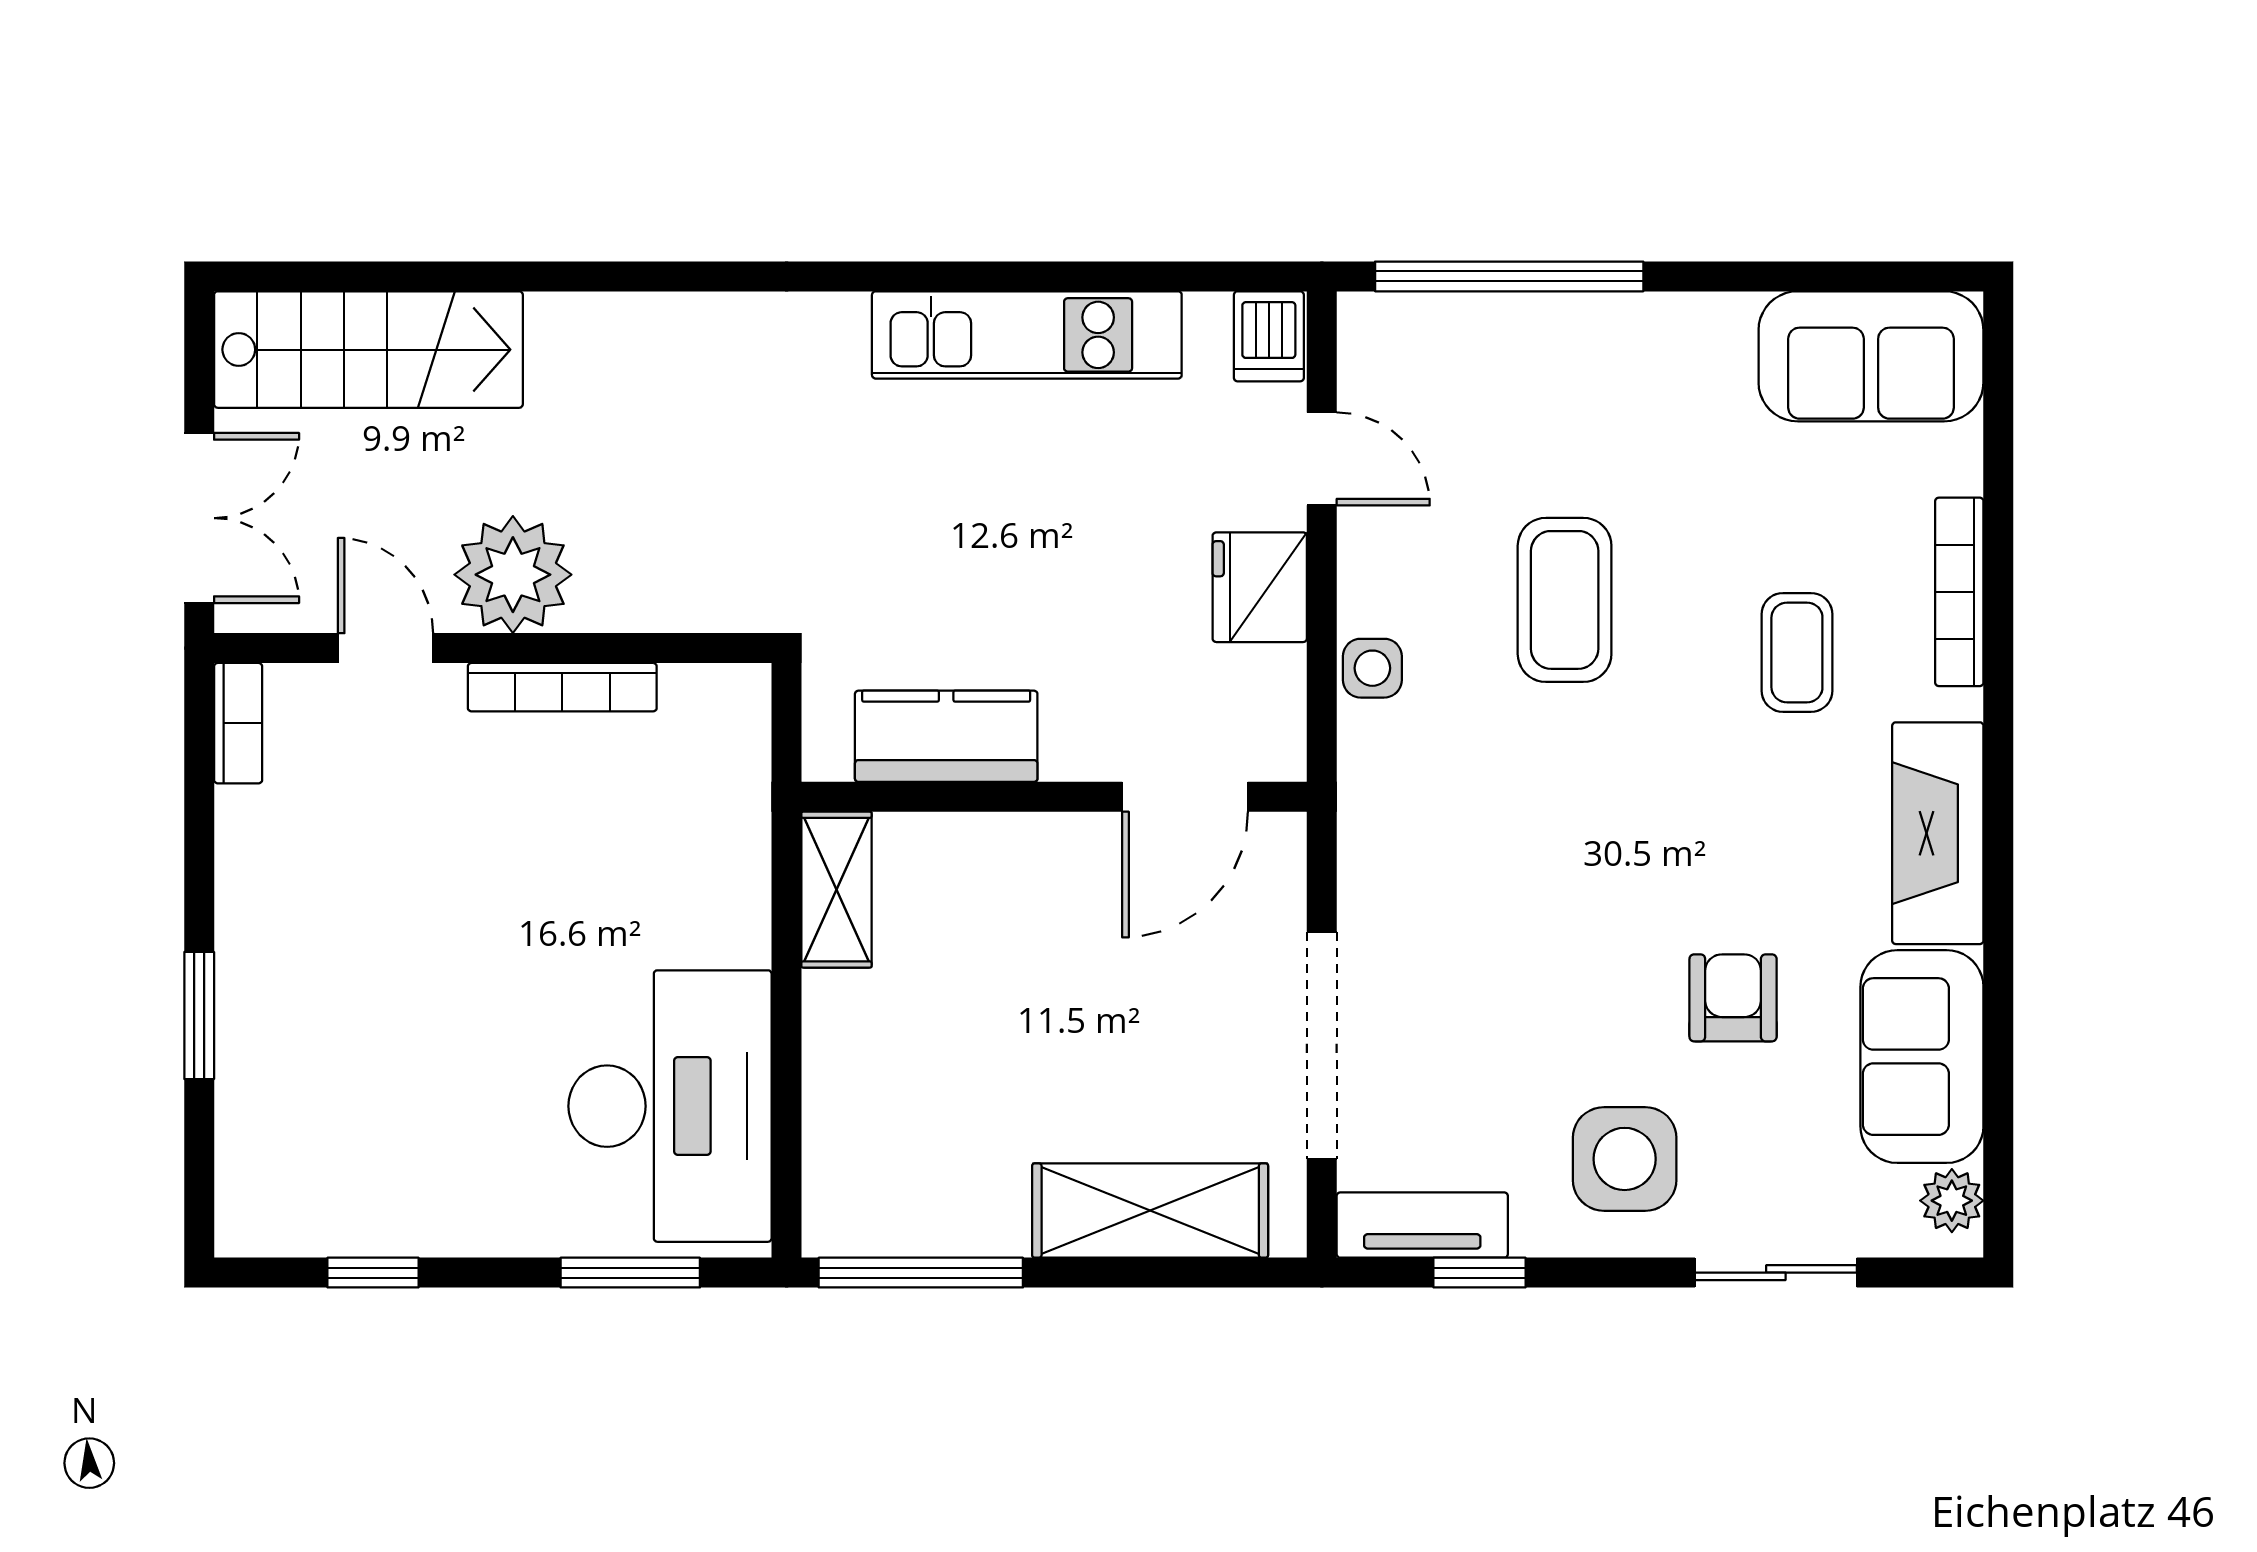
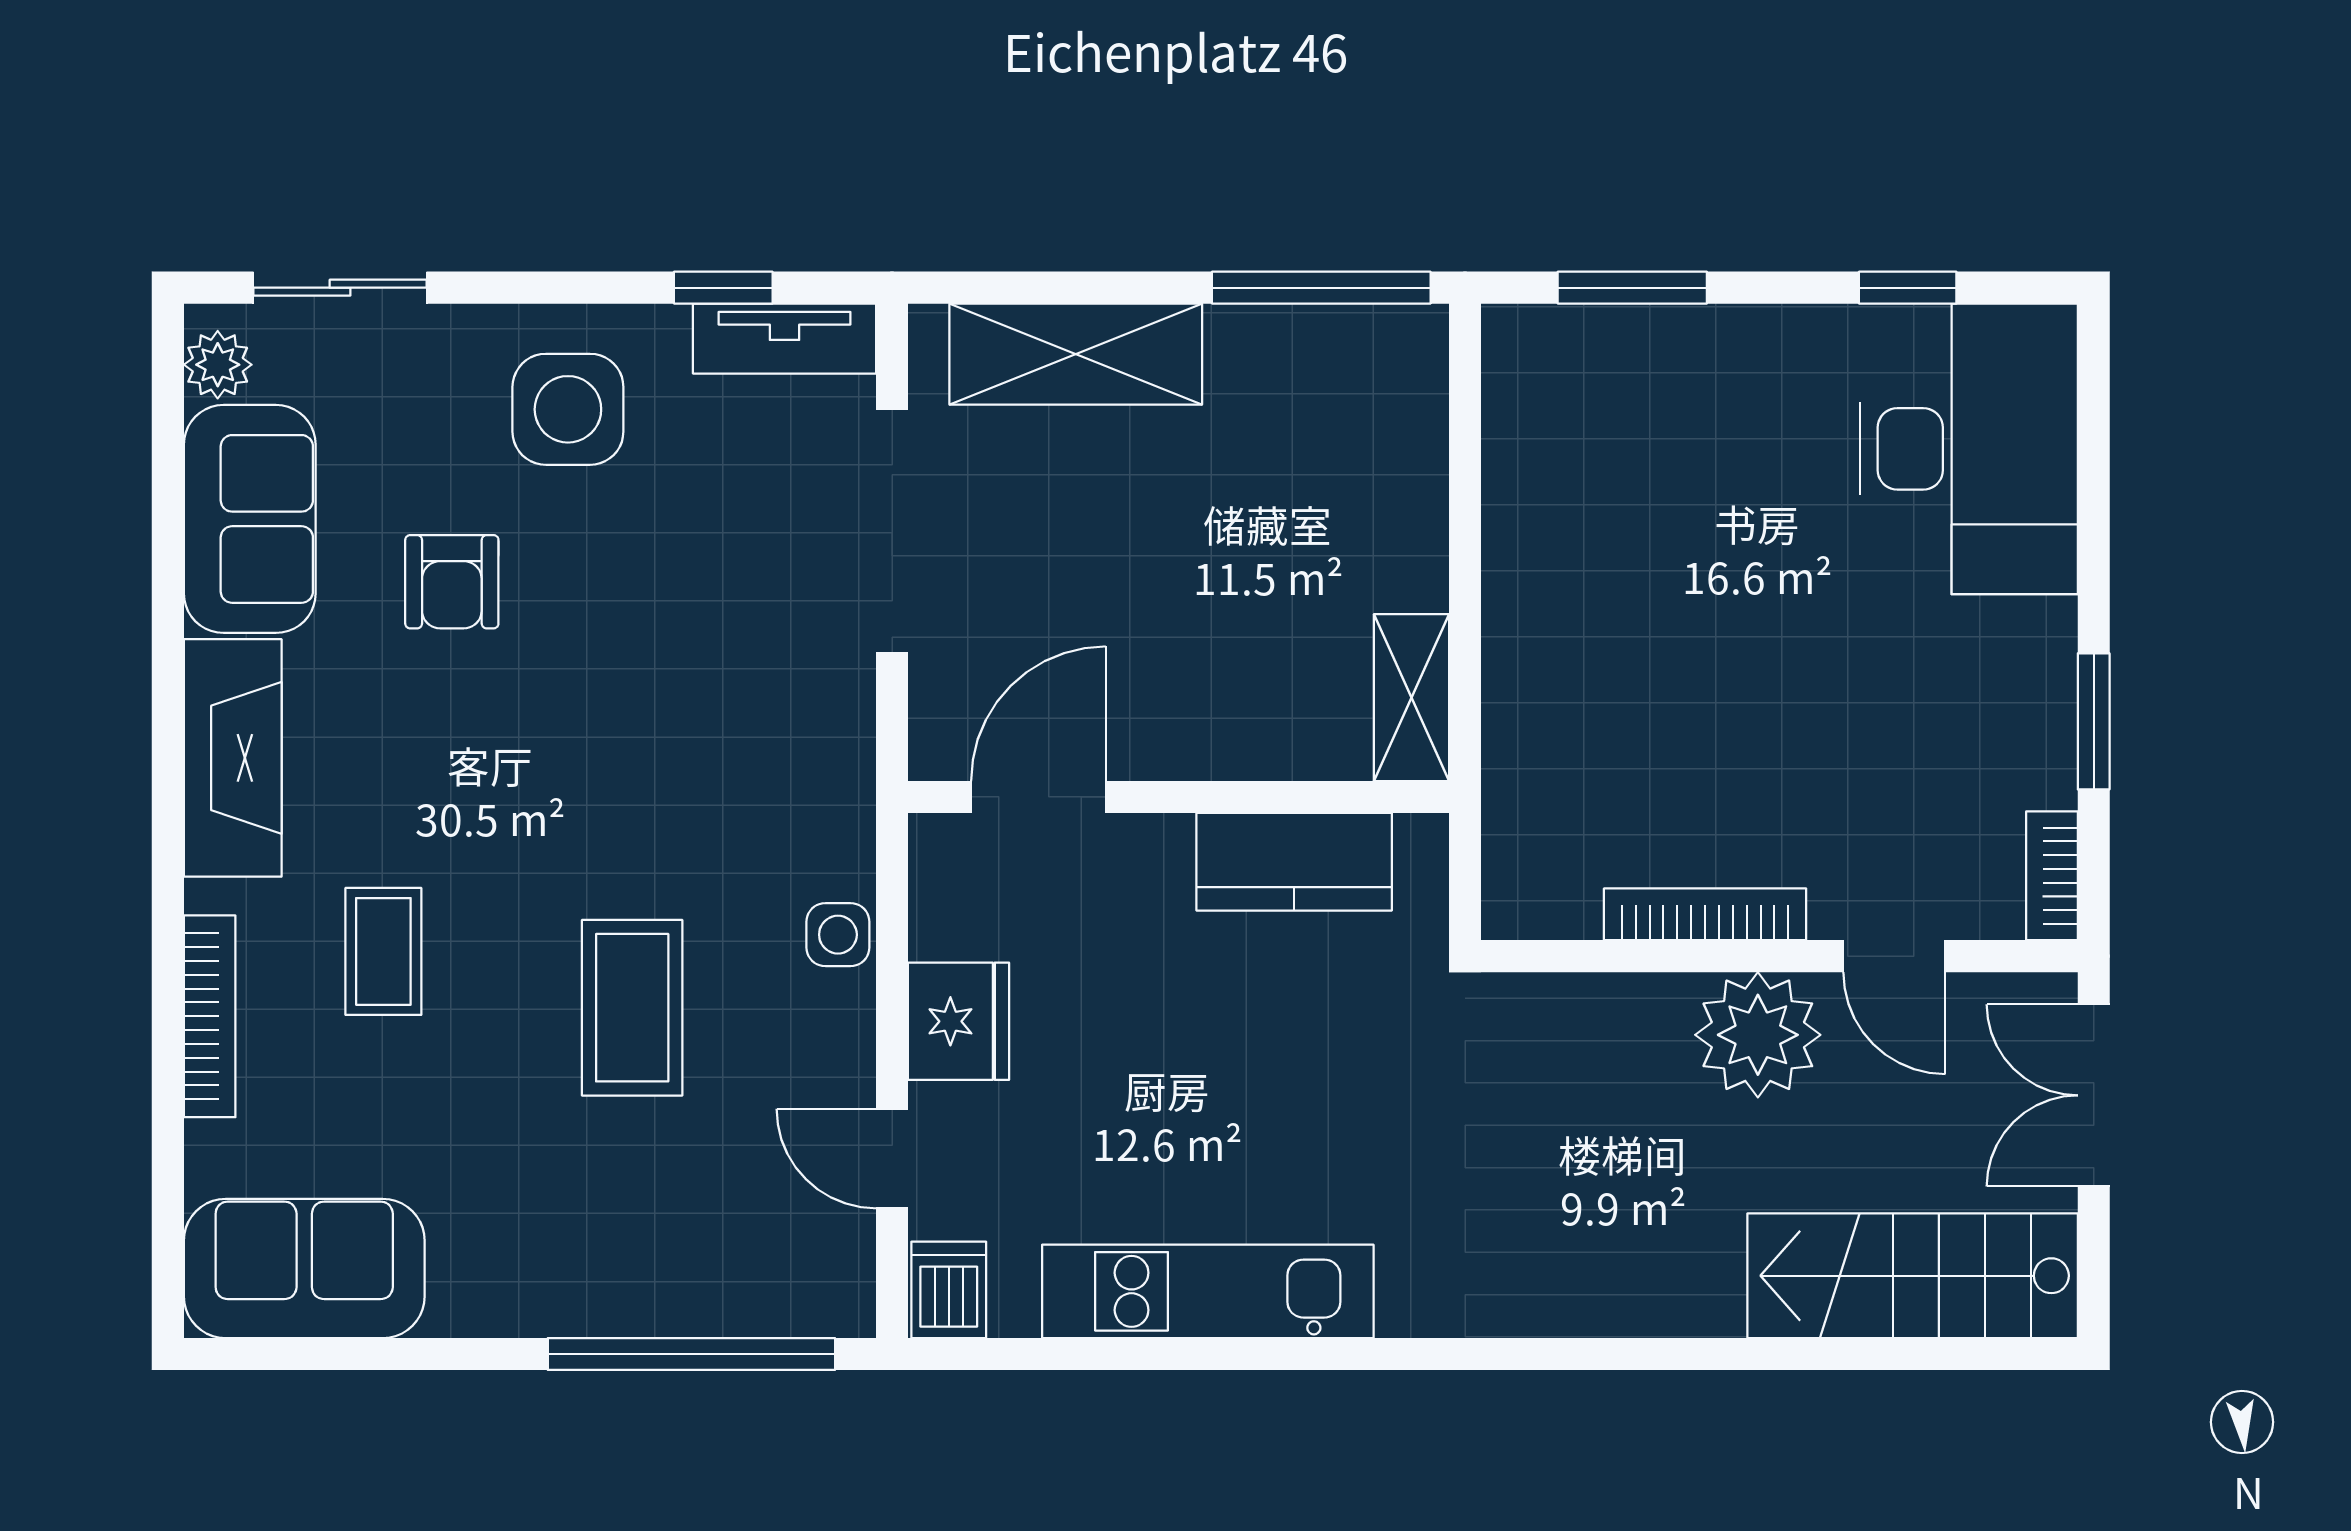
window: (199, 1016) -> (2094, 721), moved
desk: (670, 1106) -> (1969, 449), moved, turned 180
sliding door: (1776, 1273) -> (340, 288), moved

